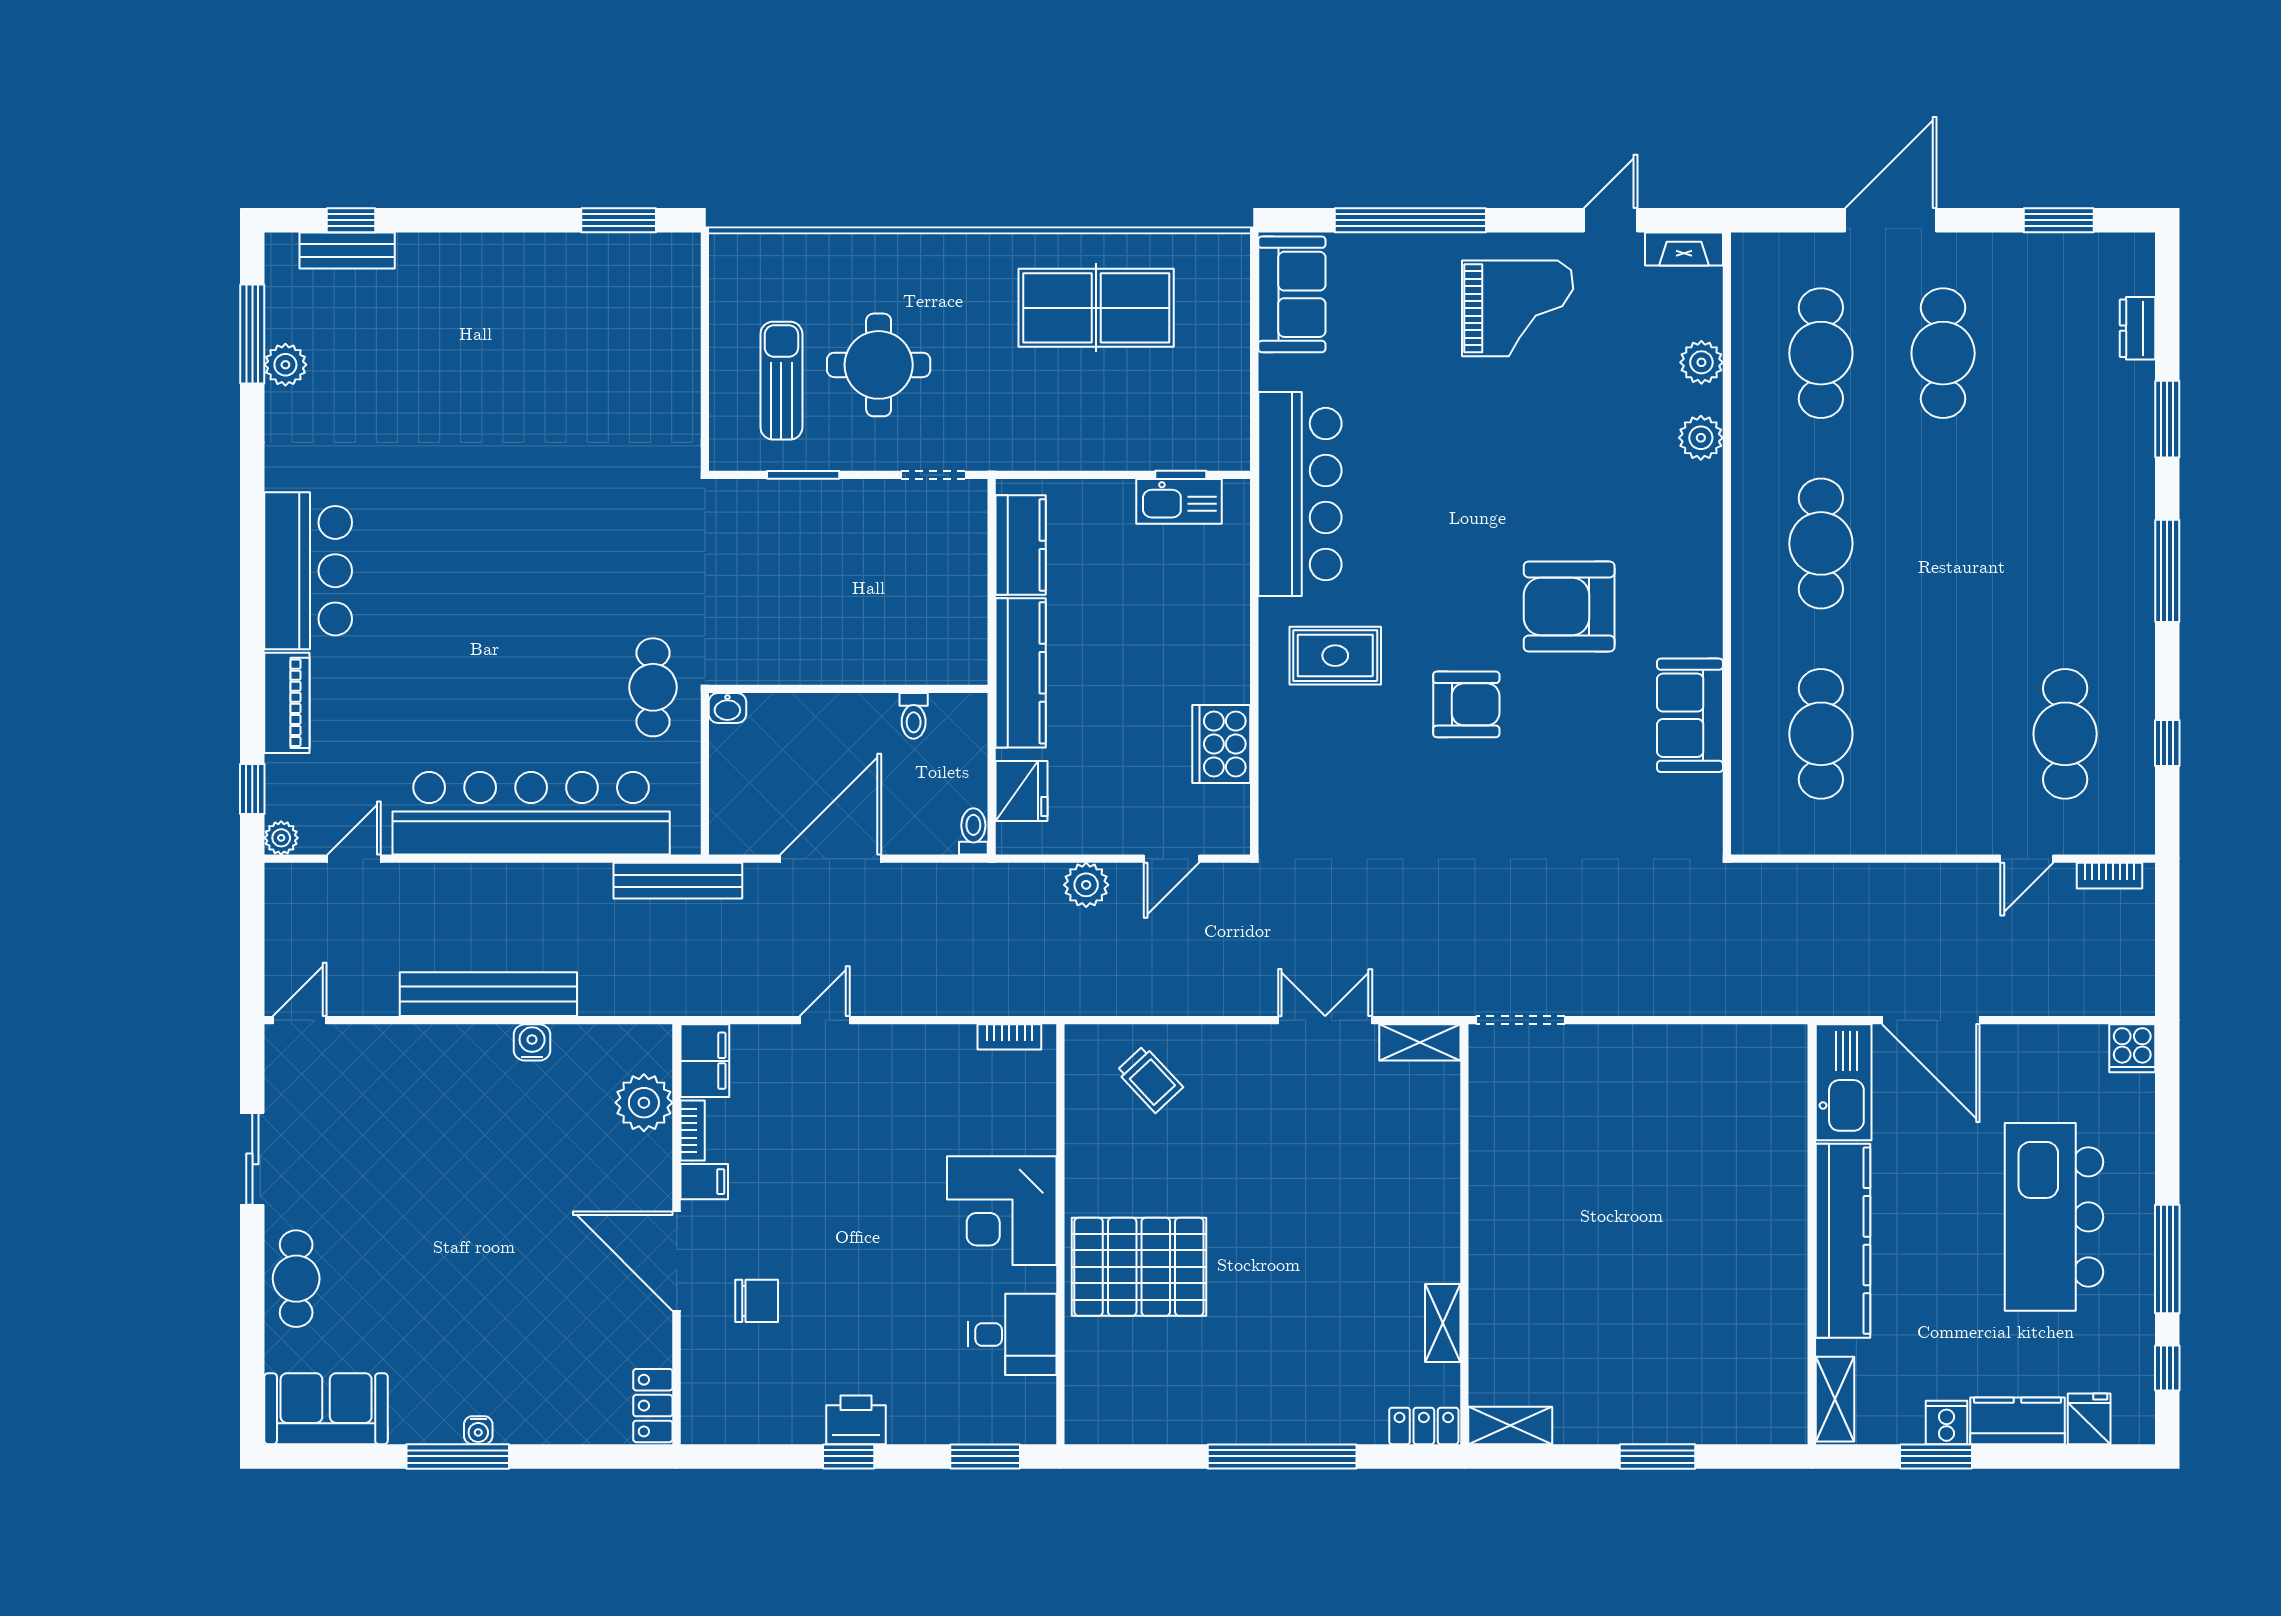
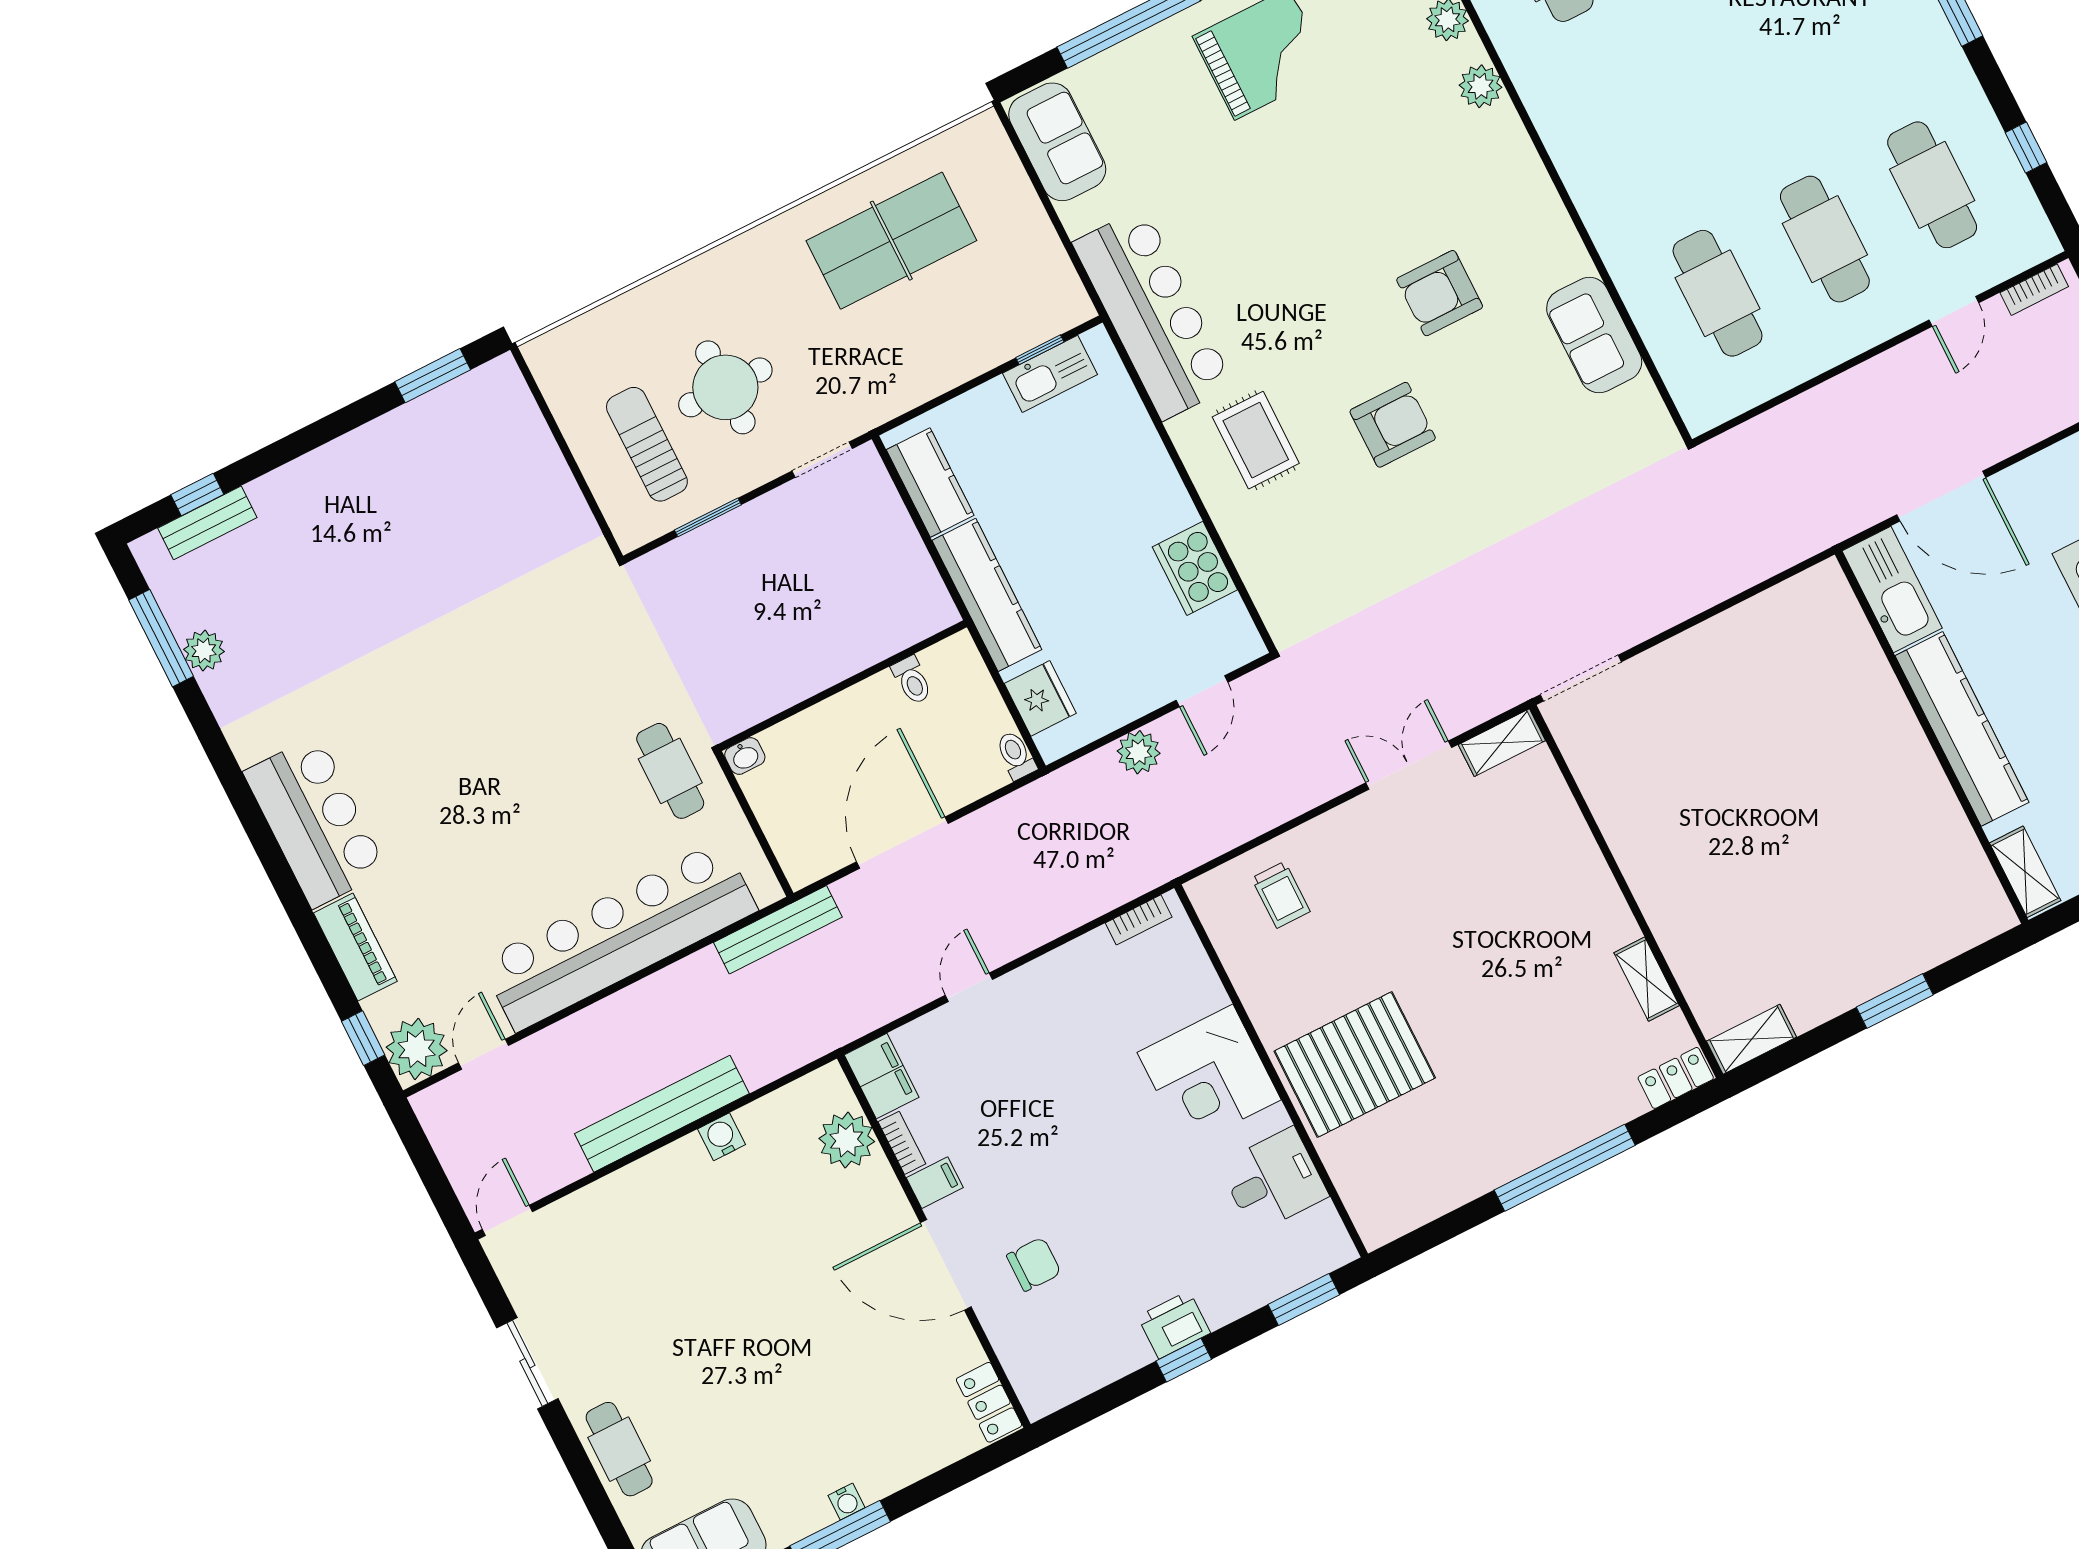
cafe table: (1821, 543) -> (1825, 239), moved
armchair: (1569, 607) -> (1440, 293), width x0.73, depth x0.73
rug: (1335, 656) -> (1256, 440), turned 90
plant: (281, 838) -> (417, 1049), width x1.88, depth x1.88
trolley: (1150, 1079) -> (1281, 895), turned 43

